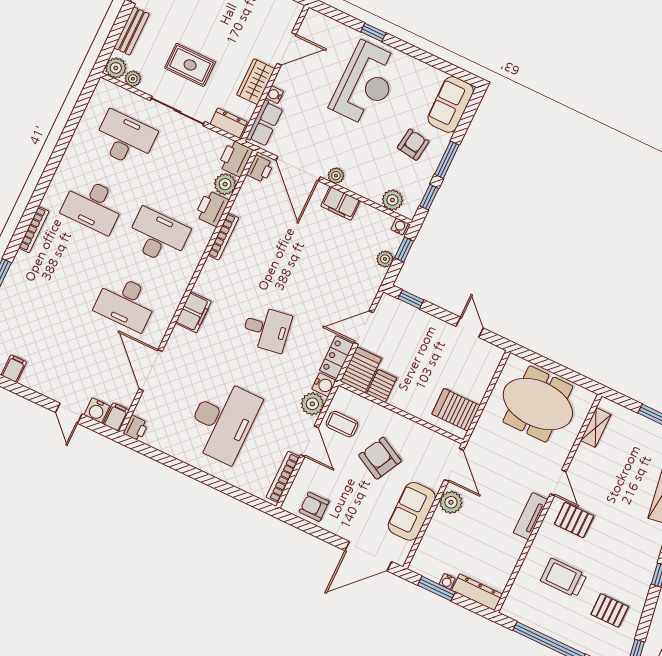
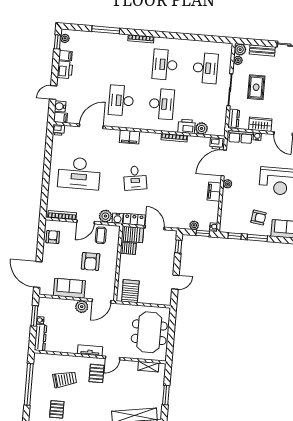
printer: (235, 158) -> (65, 70), moved, turned 90
plant: (392, 200) -> (226, 218), removed
armchair: (380, 458) -> (91, 261), turned 152
trolley: (564, 578) -> (65, 379), turned 75

